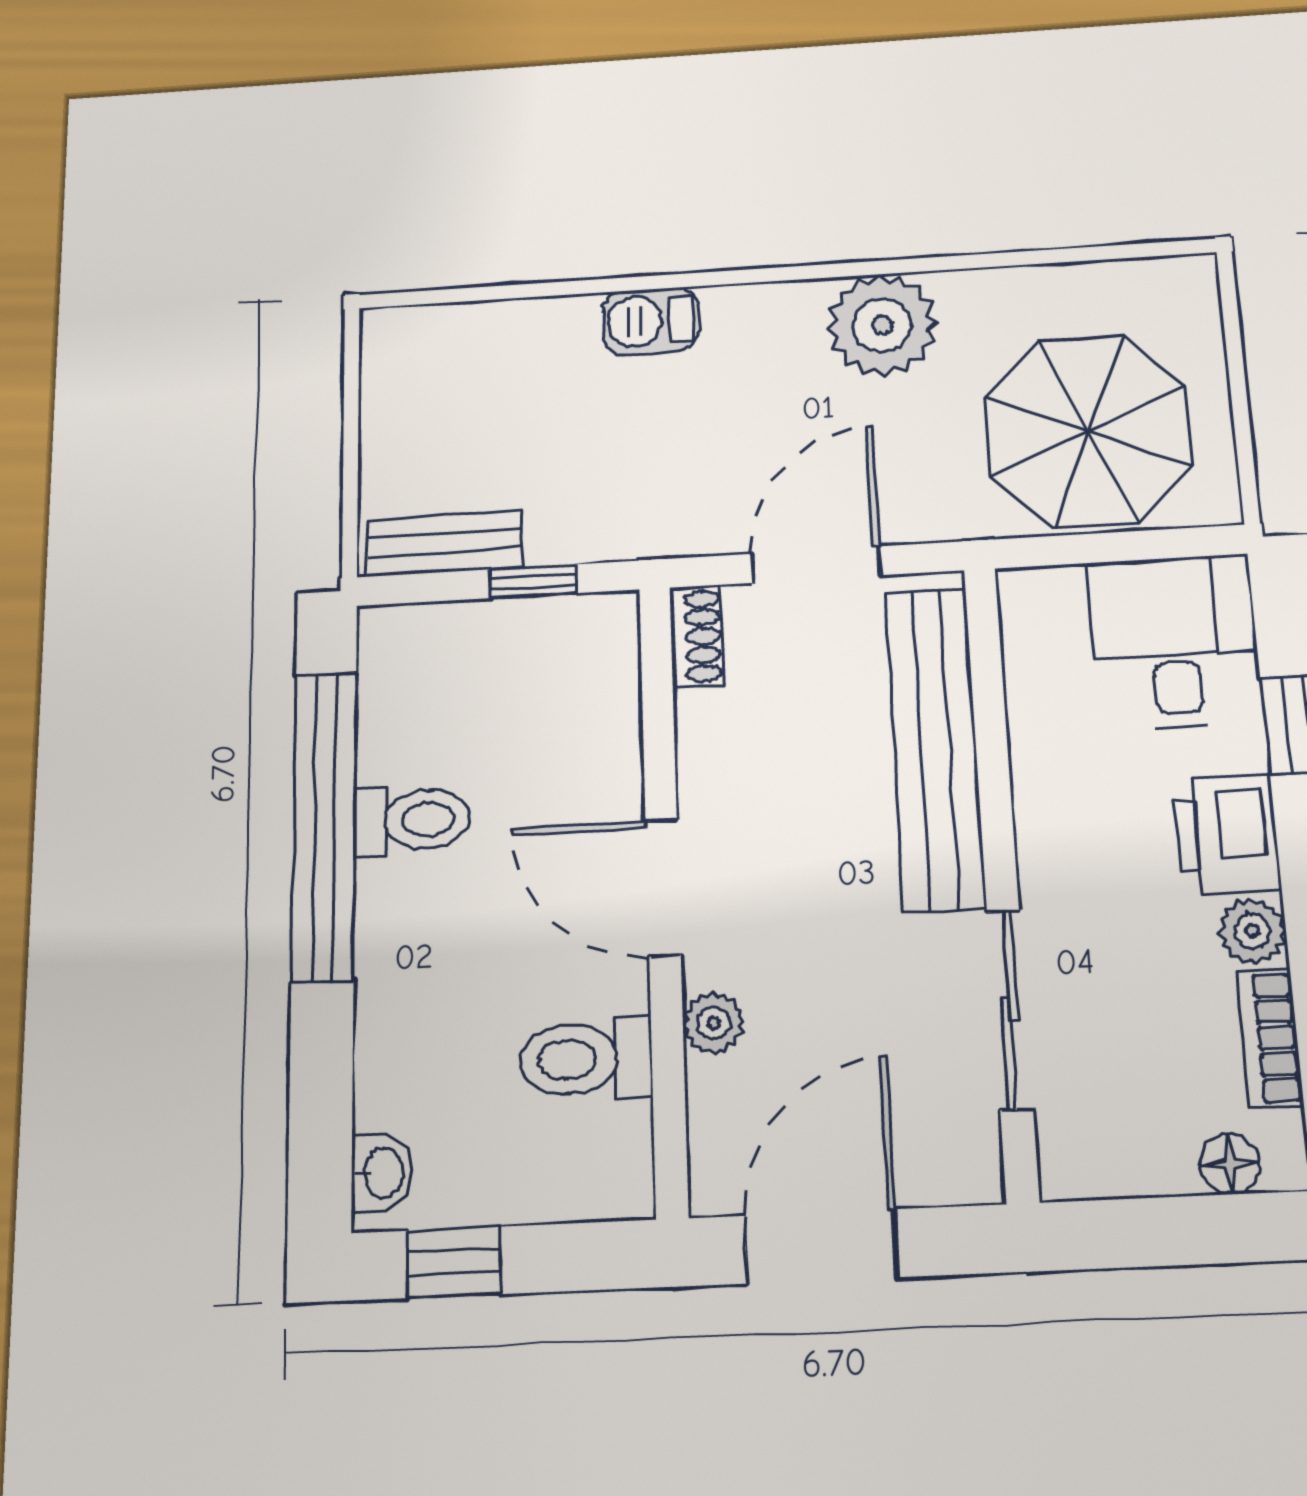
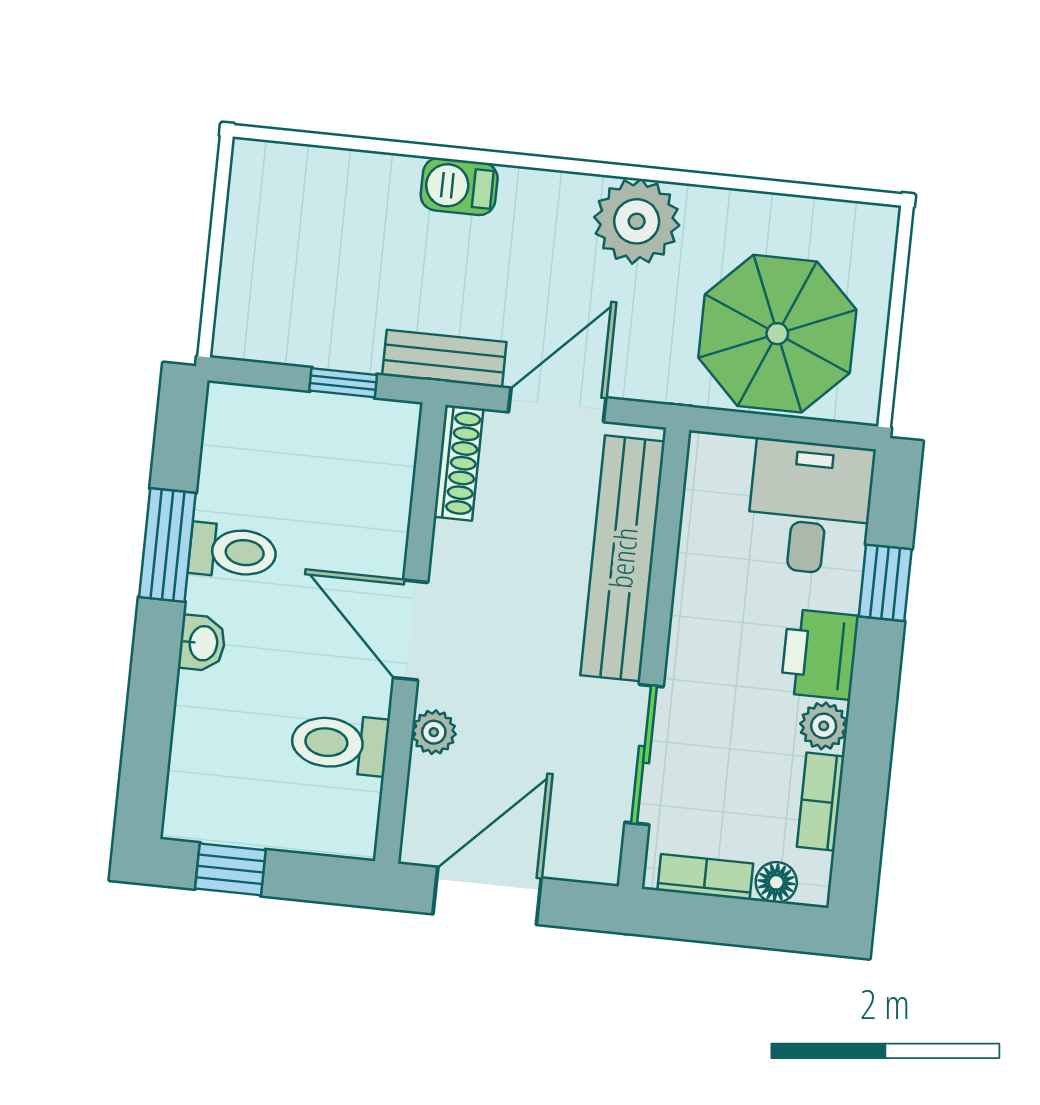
bench: (444, 543) -> (444, 359), moved
shoe rack: (697, 636) -> (459, 463), width x1.43
window: (324, 825) -> (167, 545), width x0.47
bookcase: (1127, 1172) -> (705, 877), added
washbasin: (382, 1173) -> (202, 643), moved

